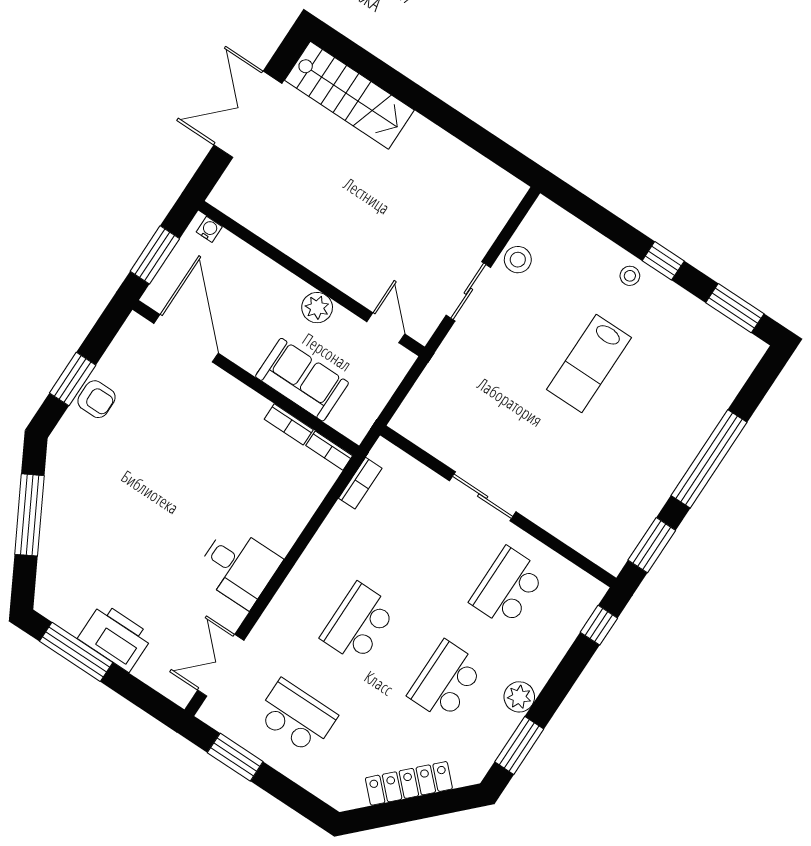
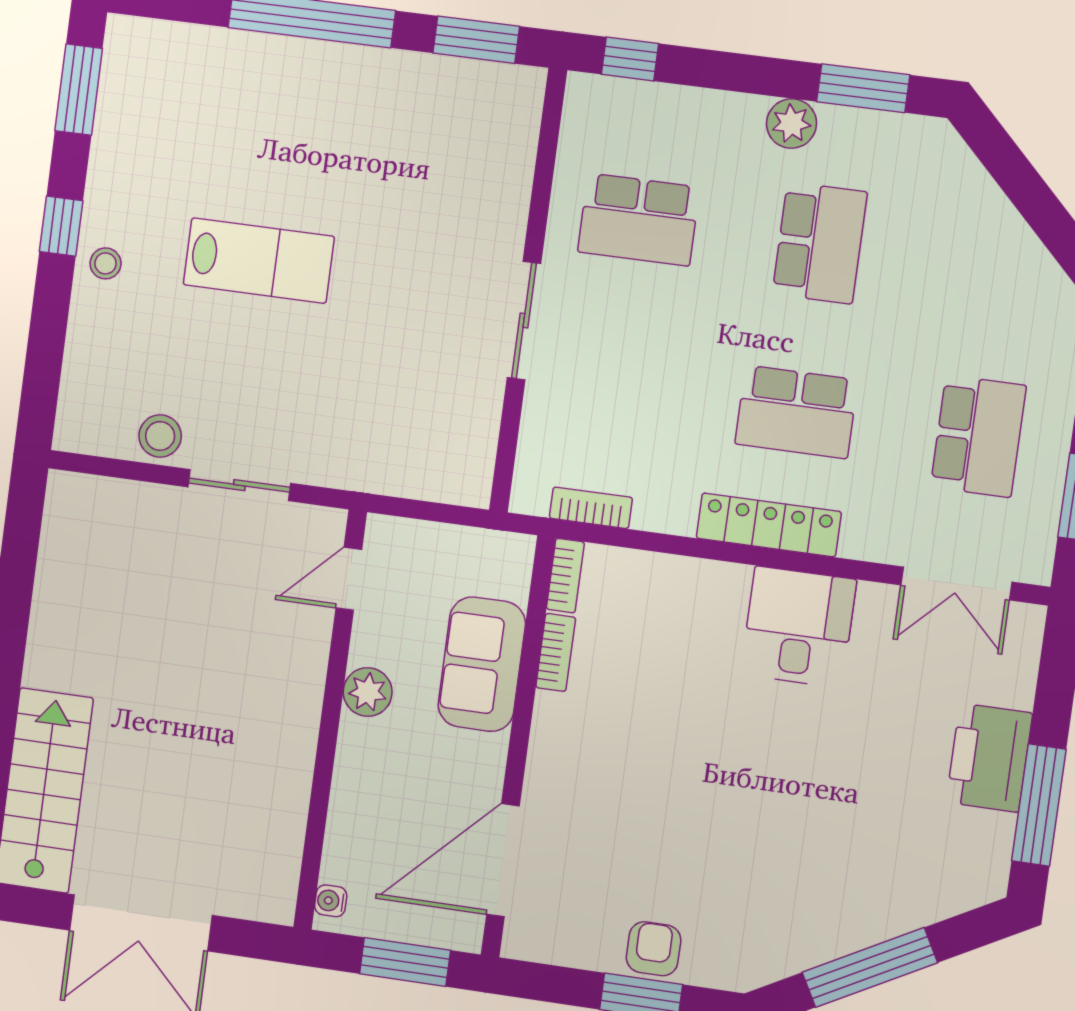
school desk: (446, 681) -> (820, 243), turned -90
school desk: (297, 716) -> (978, 436), turned 180
locker: (409, 783) -> (769, 525), moved, turned 135

